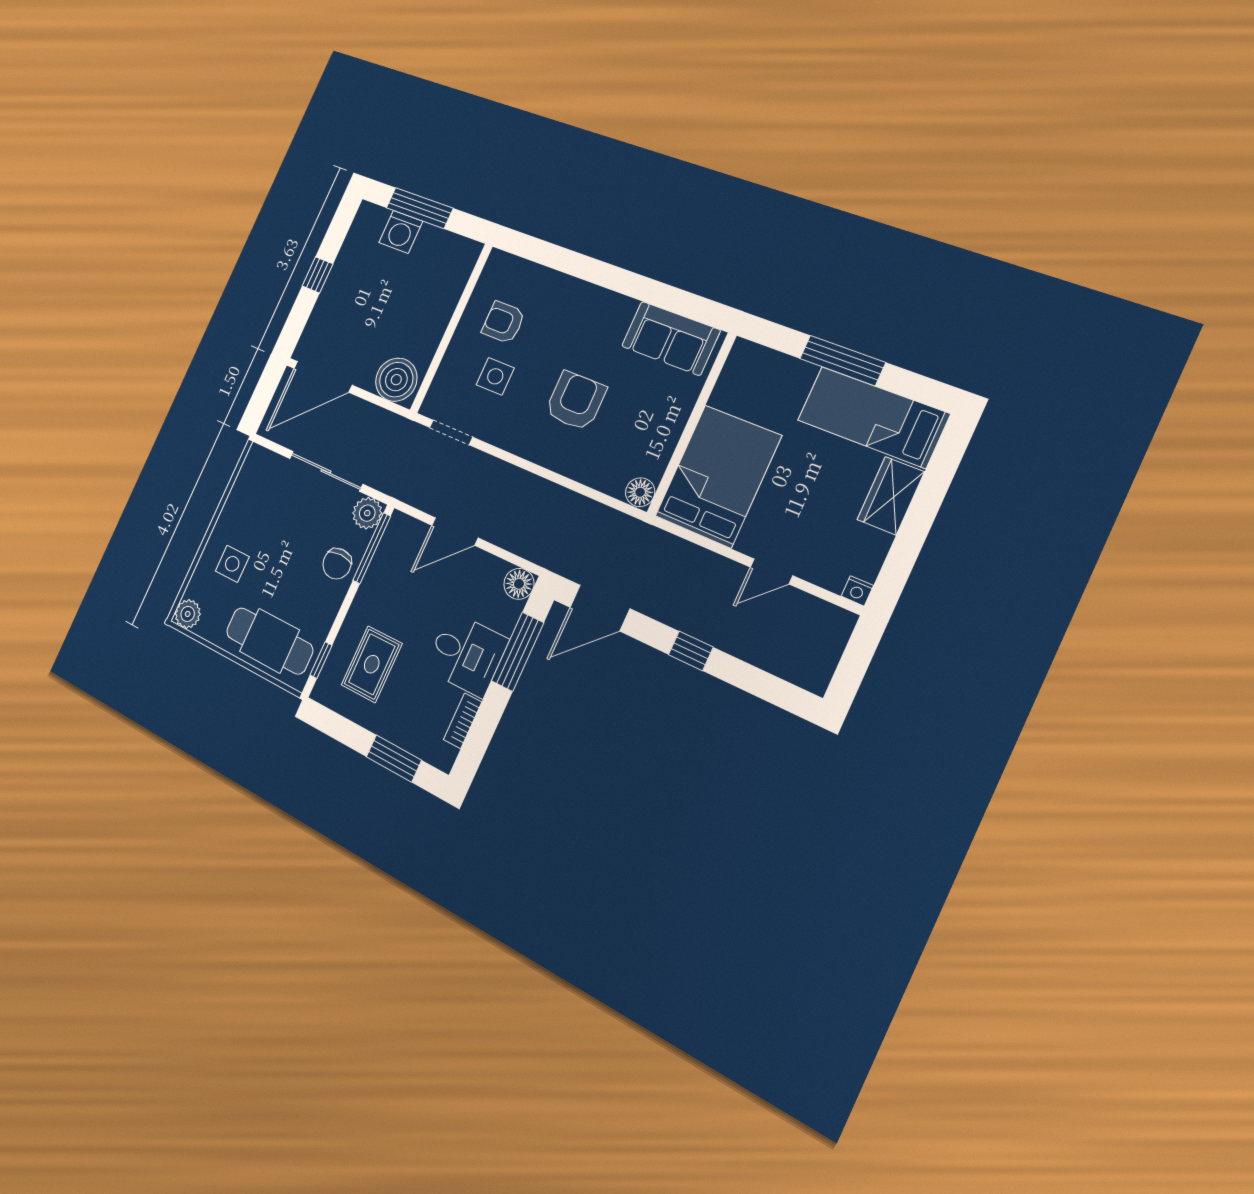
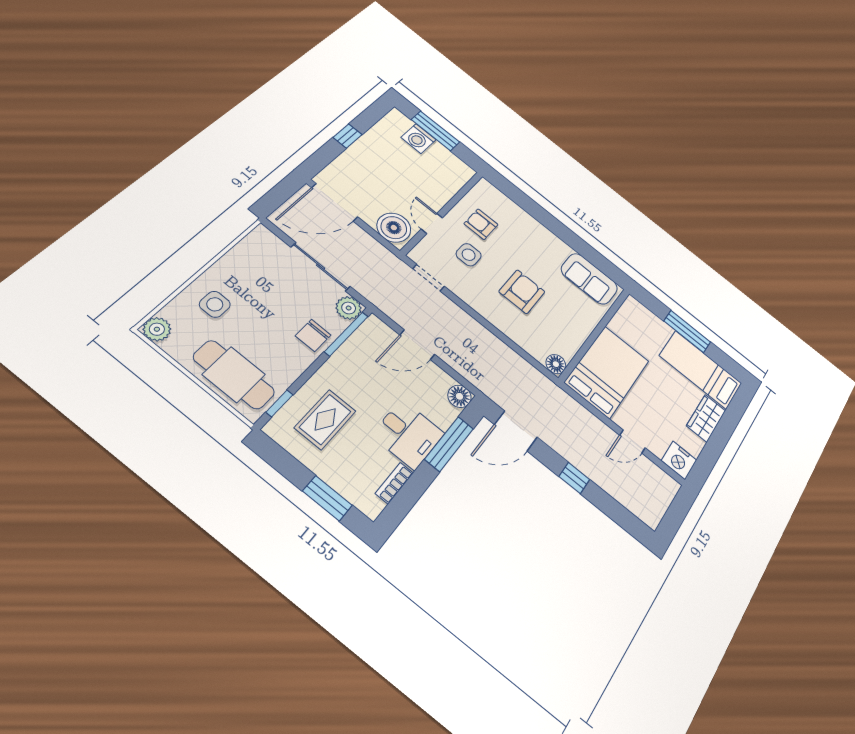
door: (441, 352) -> (432, 223), added
nightstand: (857, 591) -> (679, 460), width x1.89, depth x1.79

